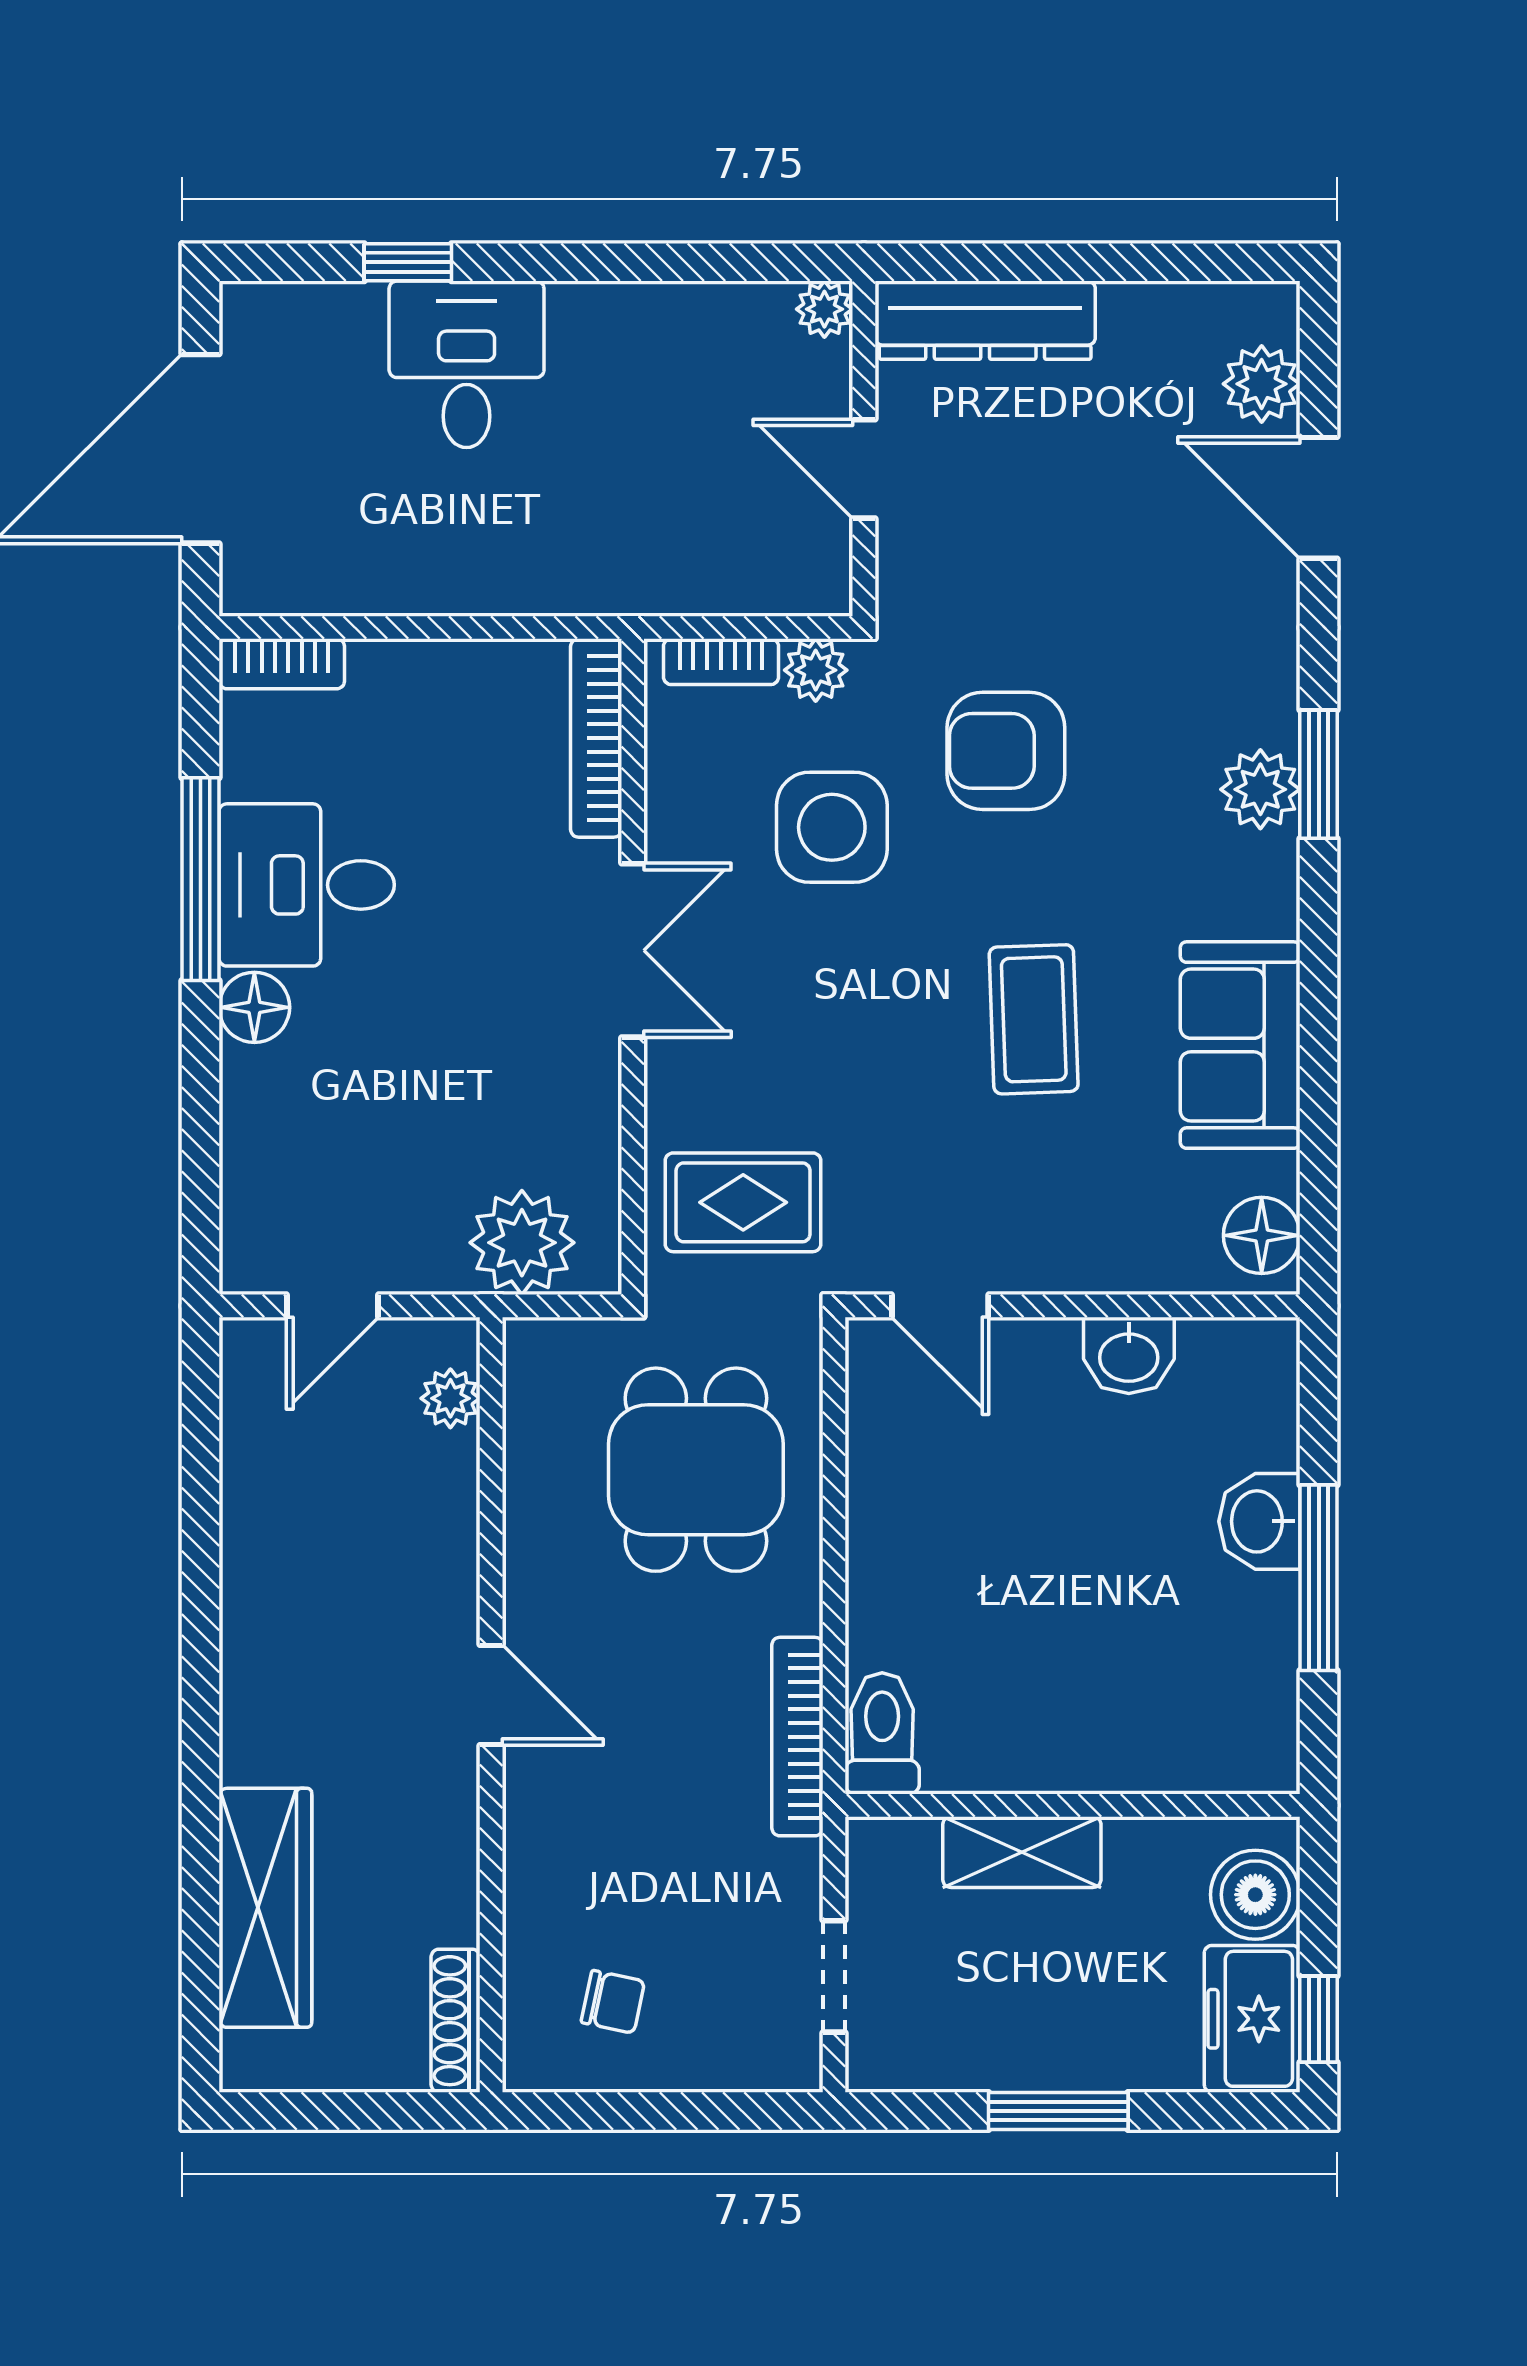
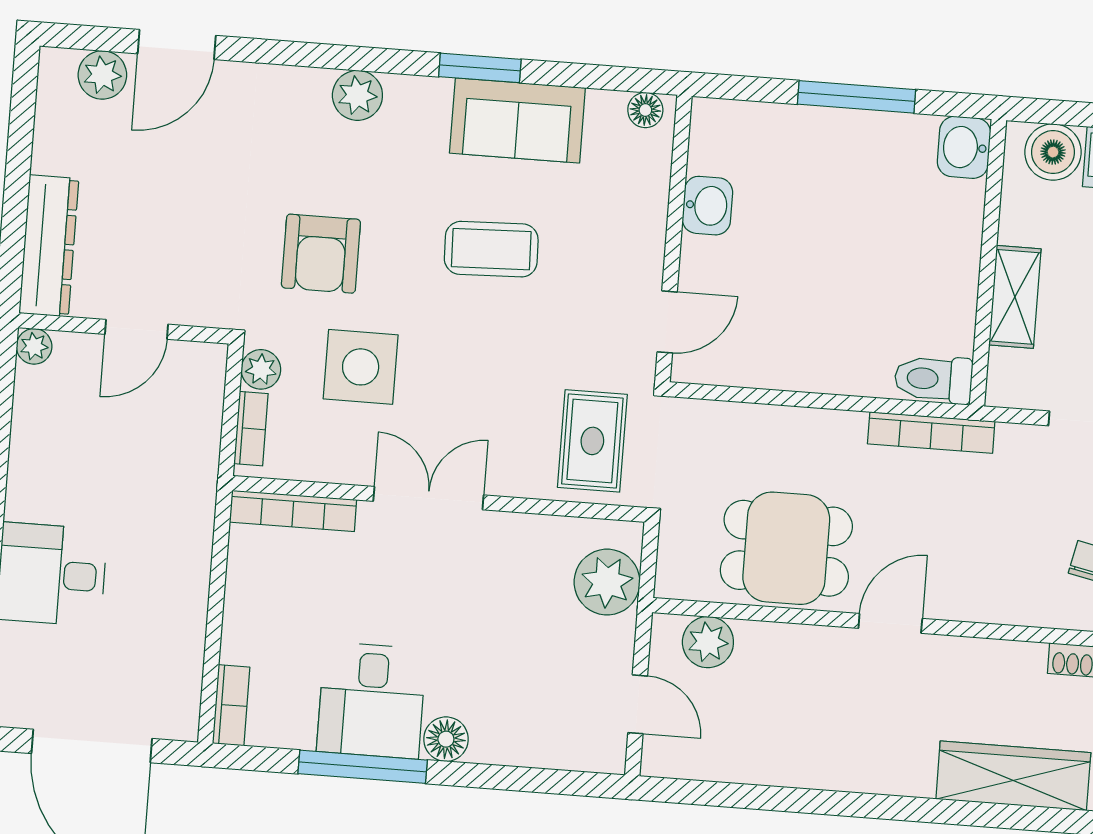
window: (1319, 774) -> (480, 68), moved
floor lamp: (1262, 1235) -> (645, 110), width x0.73, depth x0.73
plant: (450, 1398) -> (708, 642), width x1.38, depth x1.38
dining table: (696, 1470) -> (786, 548), moved
washbasin: (1259, 1521) -> (964, 147), moved, turned 90

